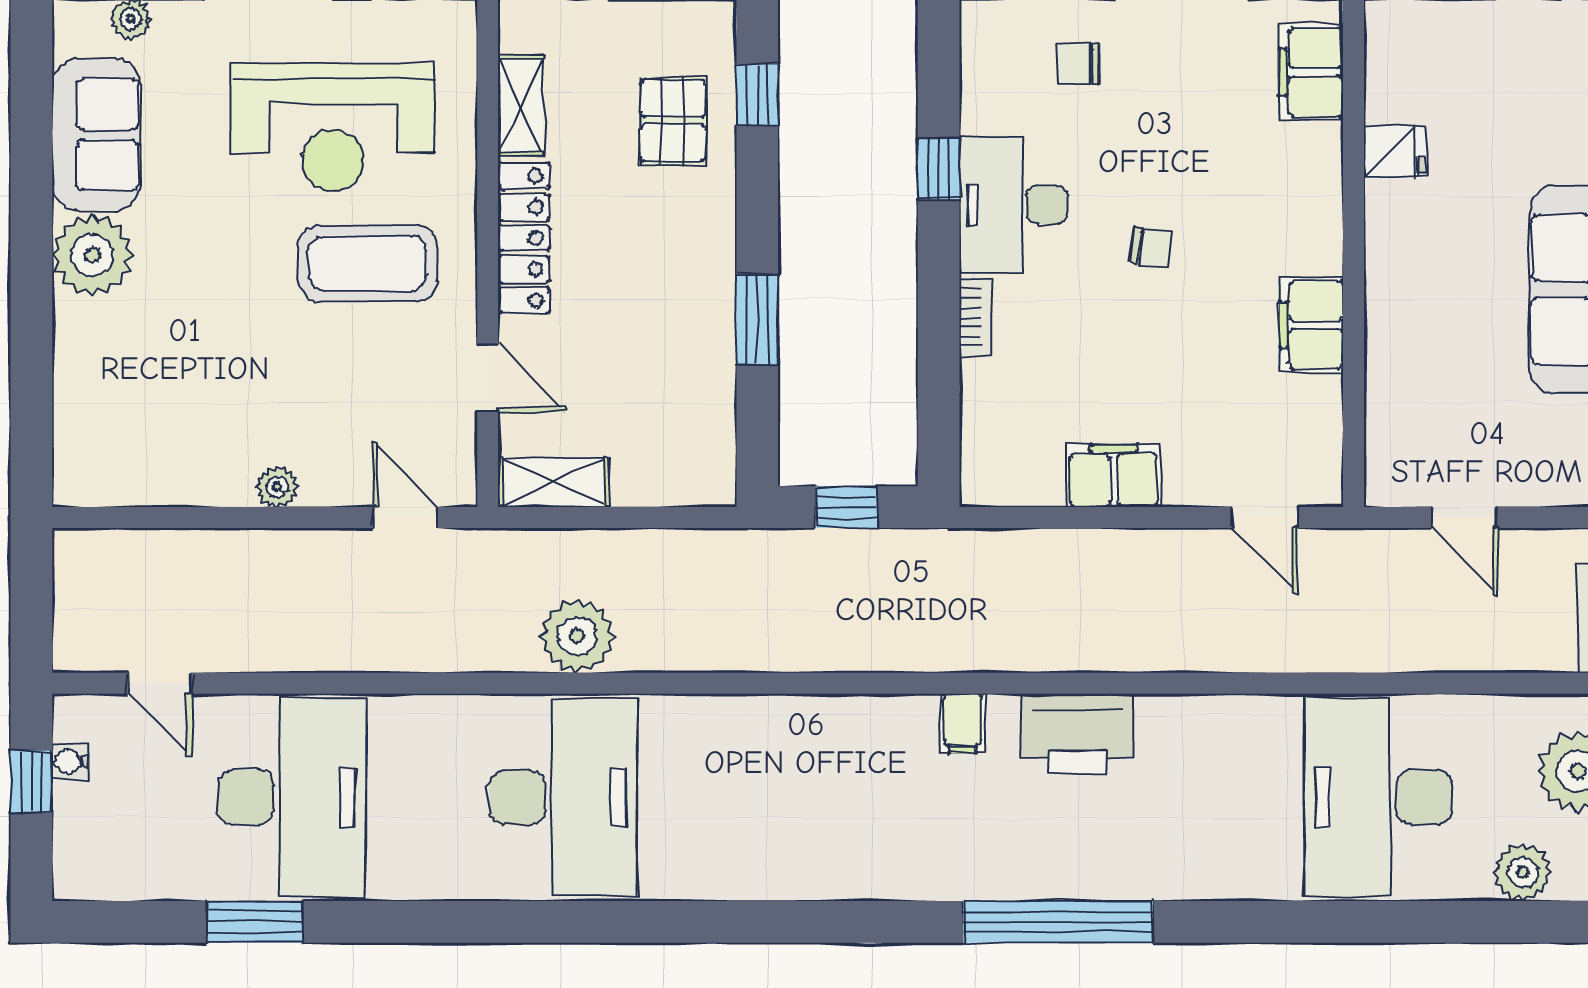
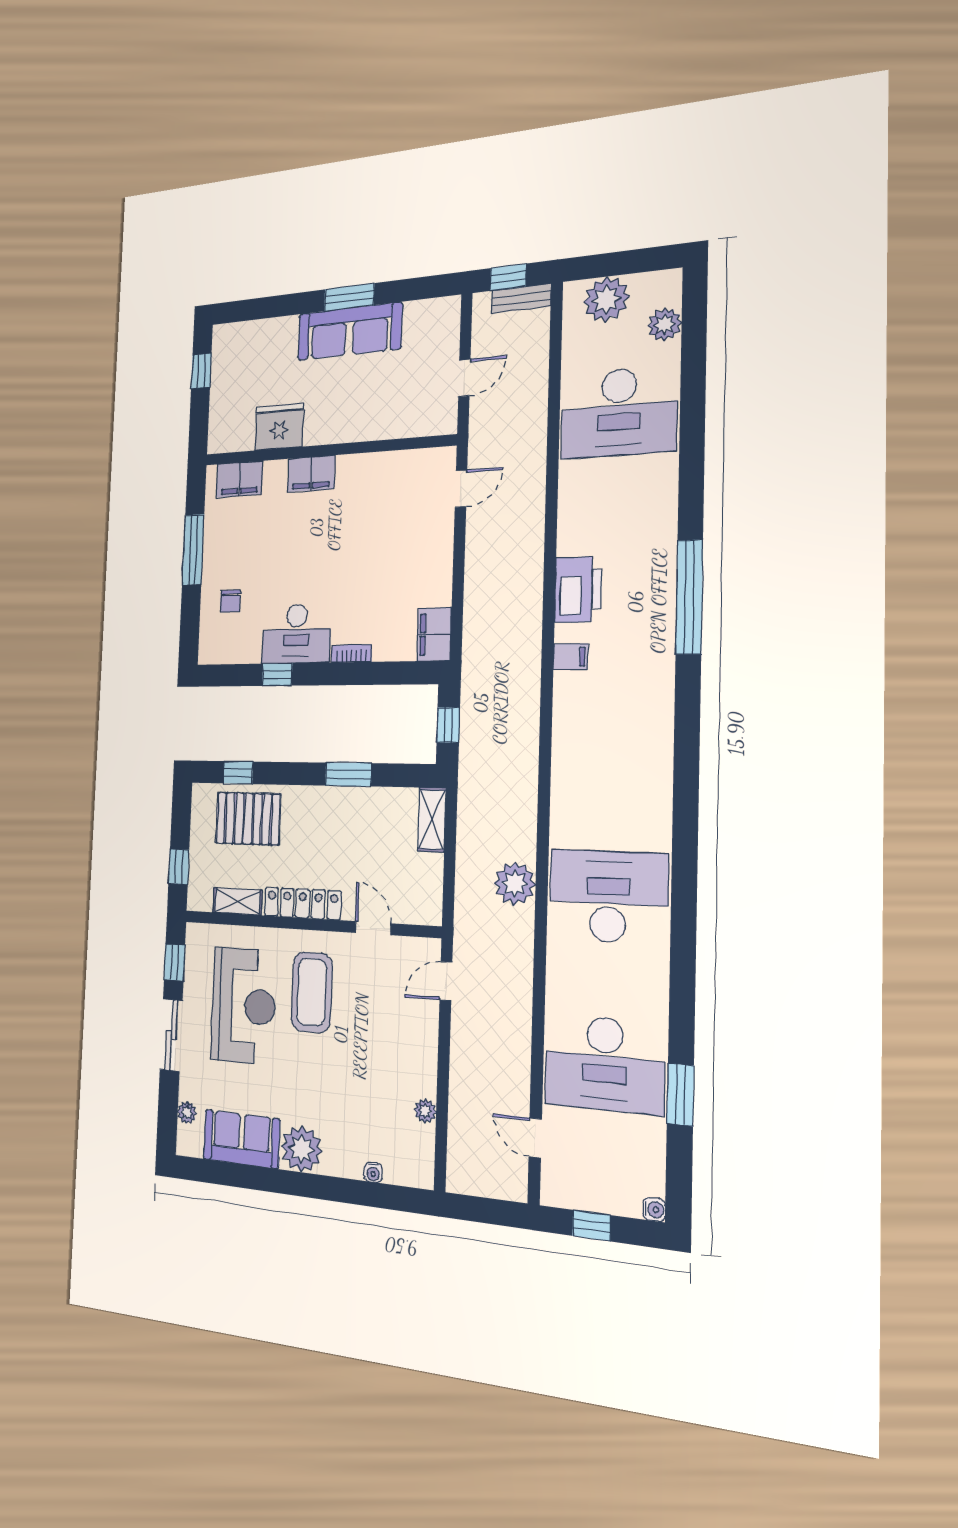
pallet: (673, 121) -> (248, 819), width x1.50, depth x1.42
fridge: (1395, 152) -> (279, 427), width x1.88, depth x1.34
chair: (1151, 247) -> (320, 559), removed
filing cabinet: (1311, 325) -> (311, 474), moved
door: (488, 378) -> (373, 928), hinge flipped
water cooler: (69, 394) -> (373, 1172), added
filing cabinet: (1114, 476) -> (434, 634), moved
shelving: (553, 482) -> (432, 820), moved
plant: (277, 487) -> (425, 1111), moved
door: (160, 683) -> (535, 1138), swing flipped
water cooler: (70, 761) -> (654, 1210), moved, turned -90
desk: (292, 797) -> (605, 1064), turned 180

